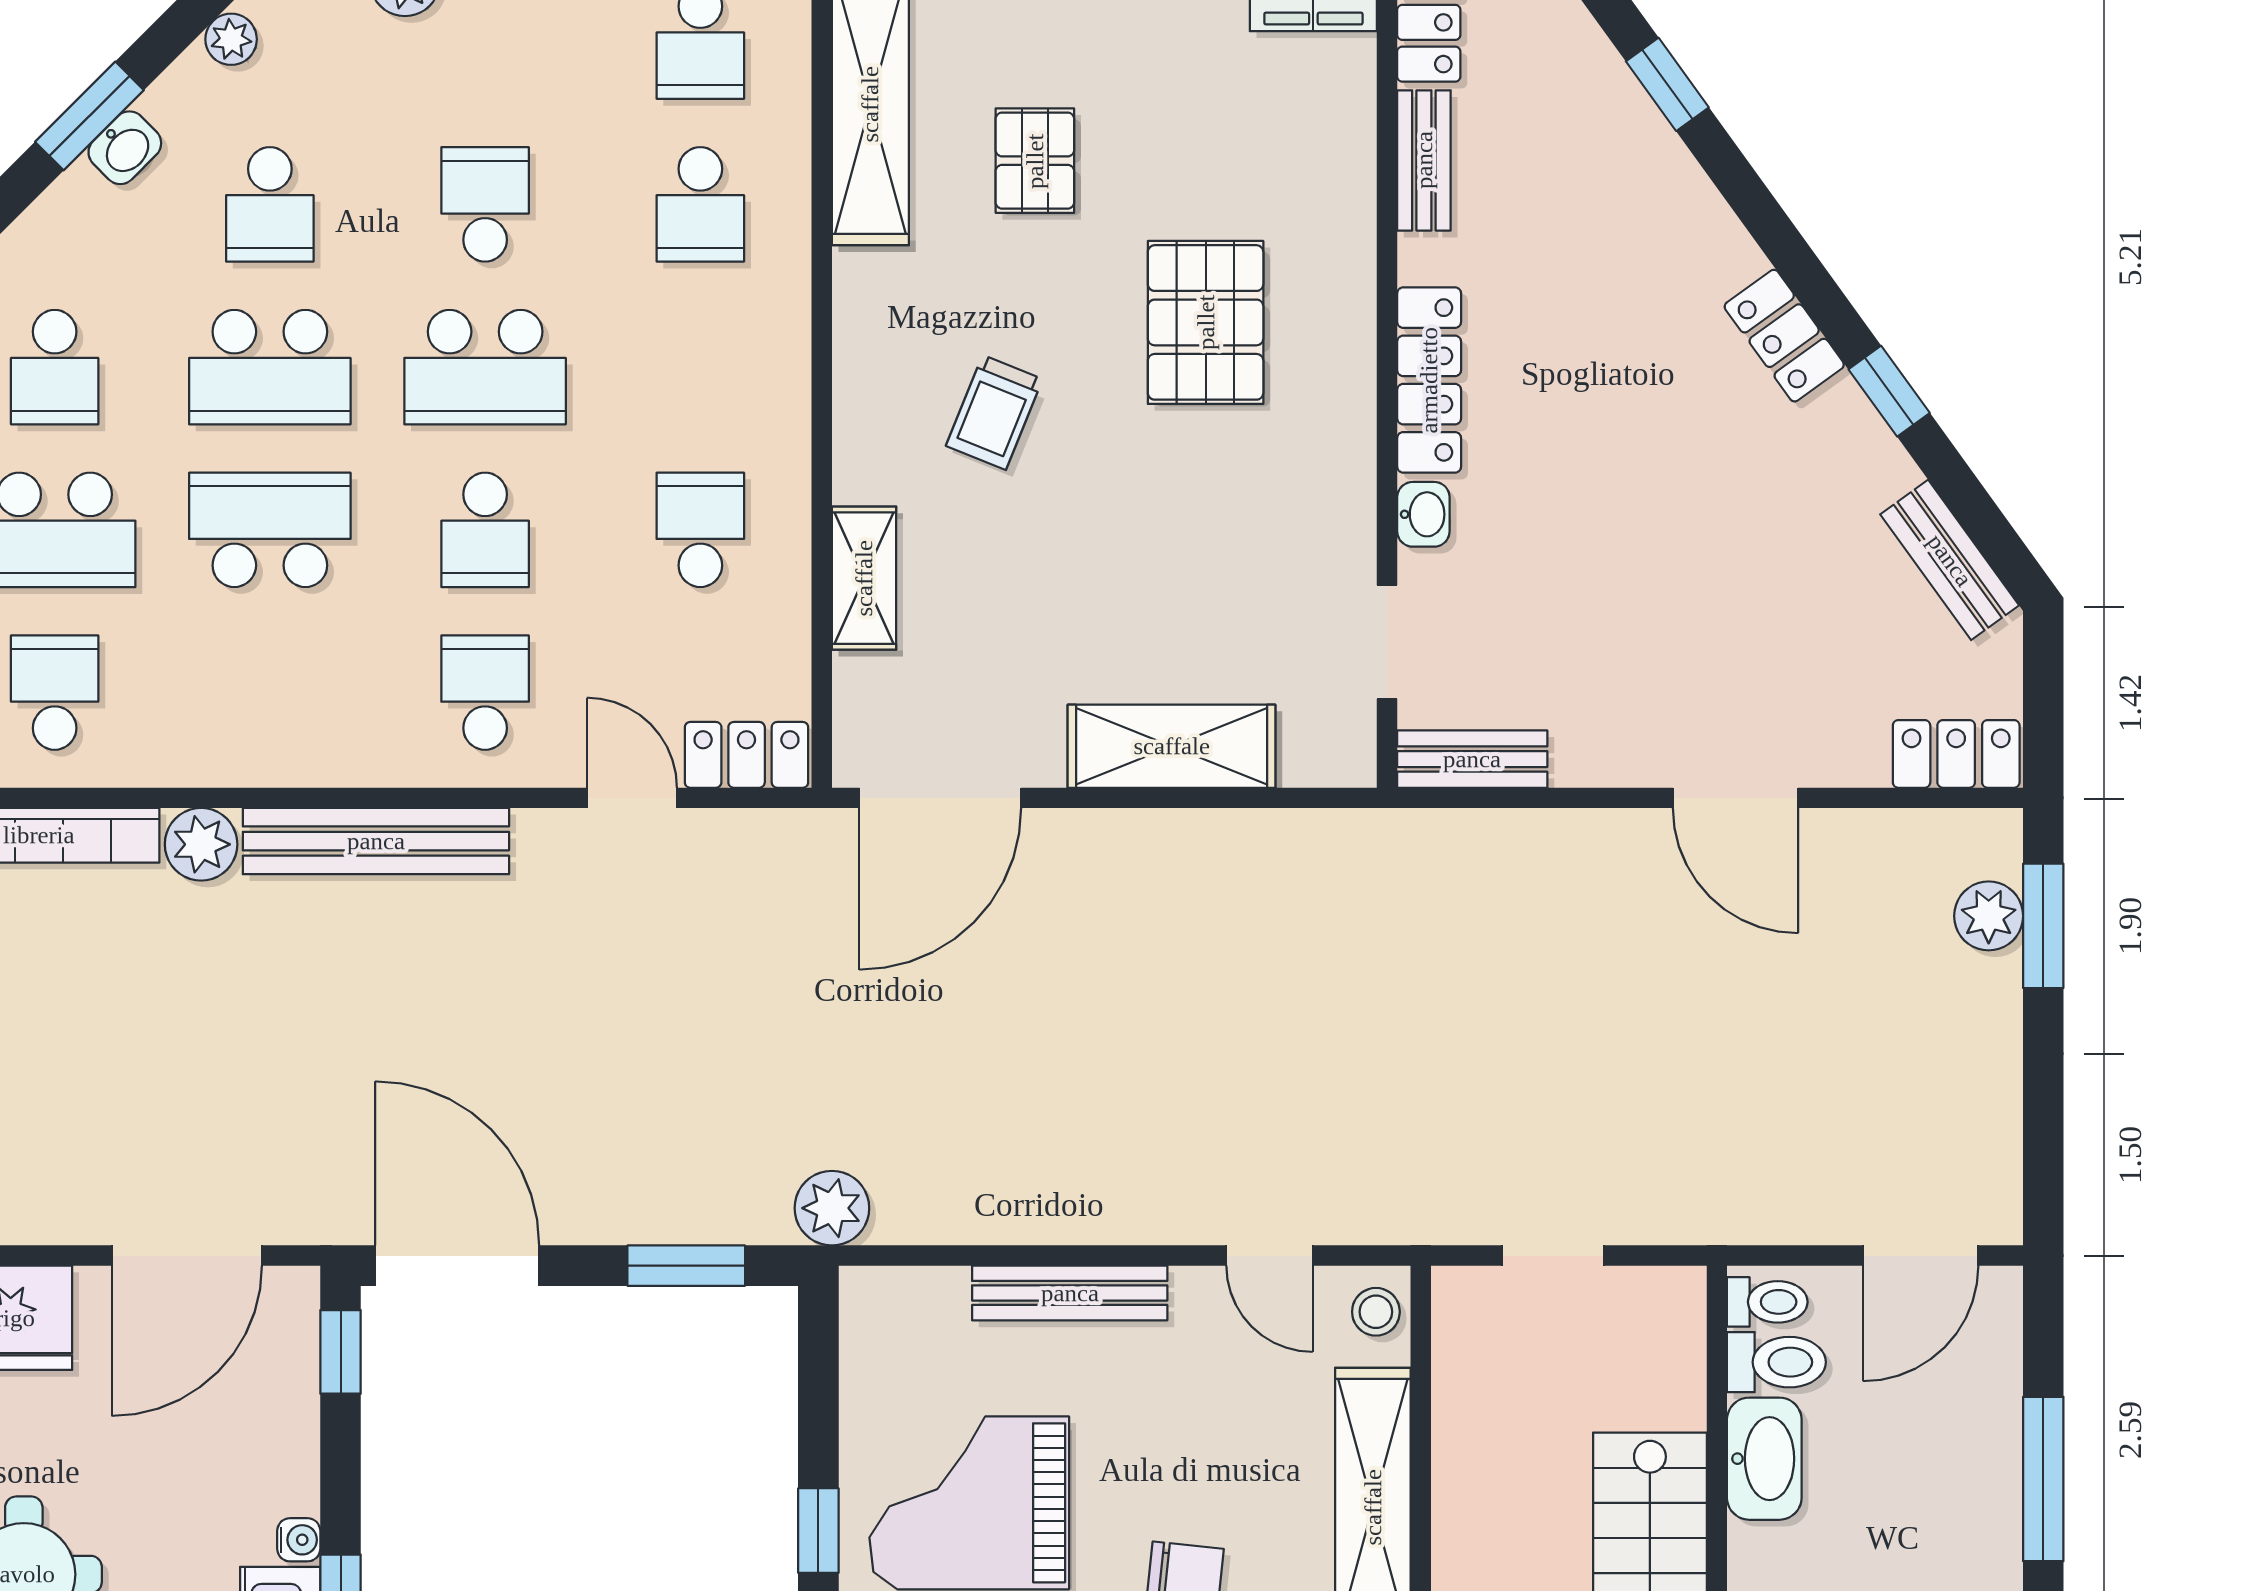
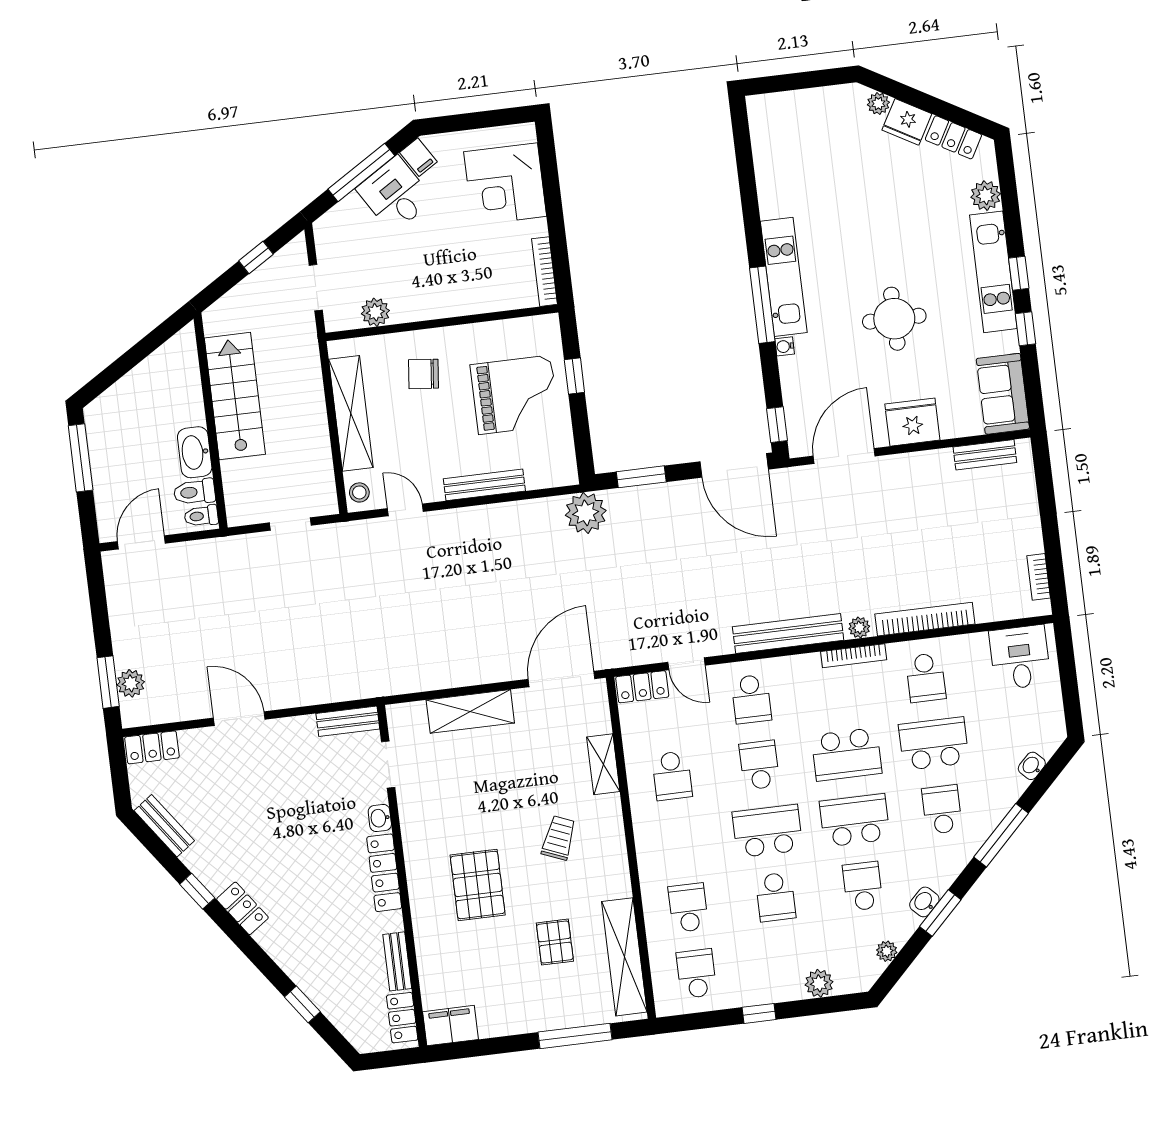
bookcase: (223, 768) -> (854, 656), added
plant: (201, 844) -> (859, 627), width x0.73, depth x0.73
plant: (832, 1208) -> (586, 513), width x1.36, depth x1.36

